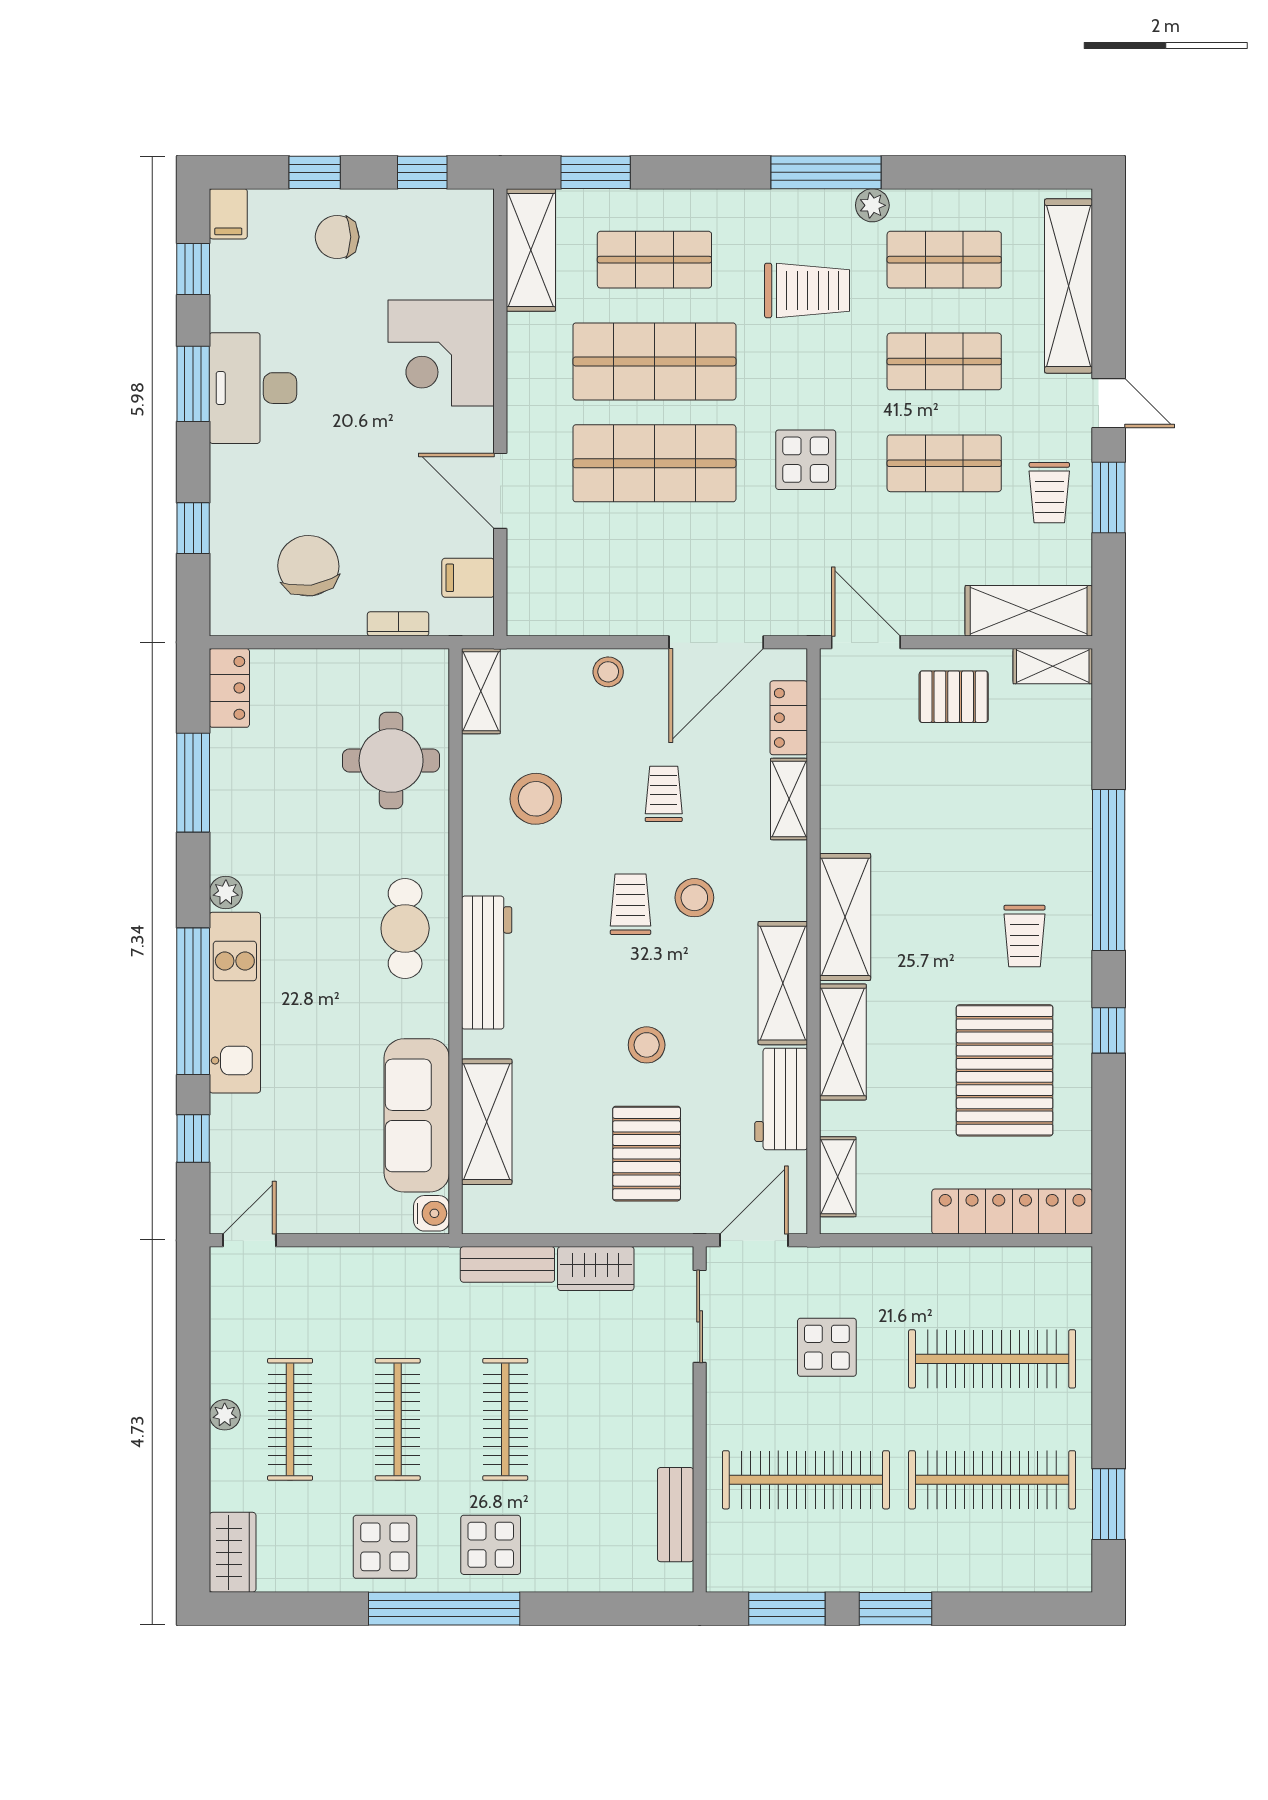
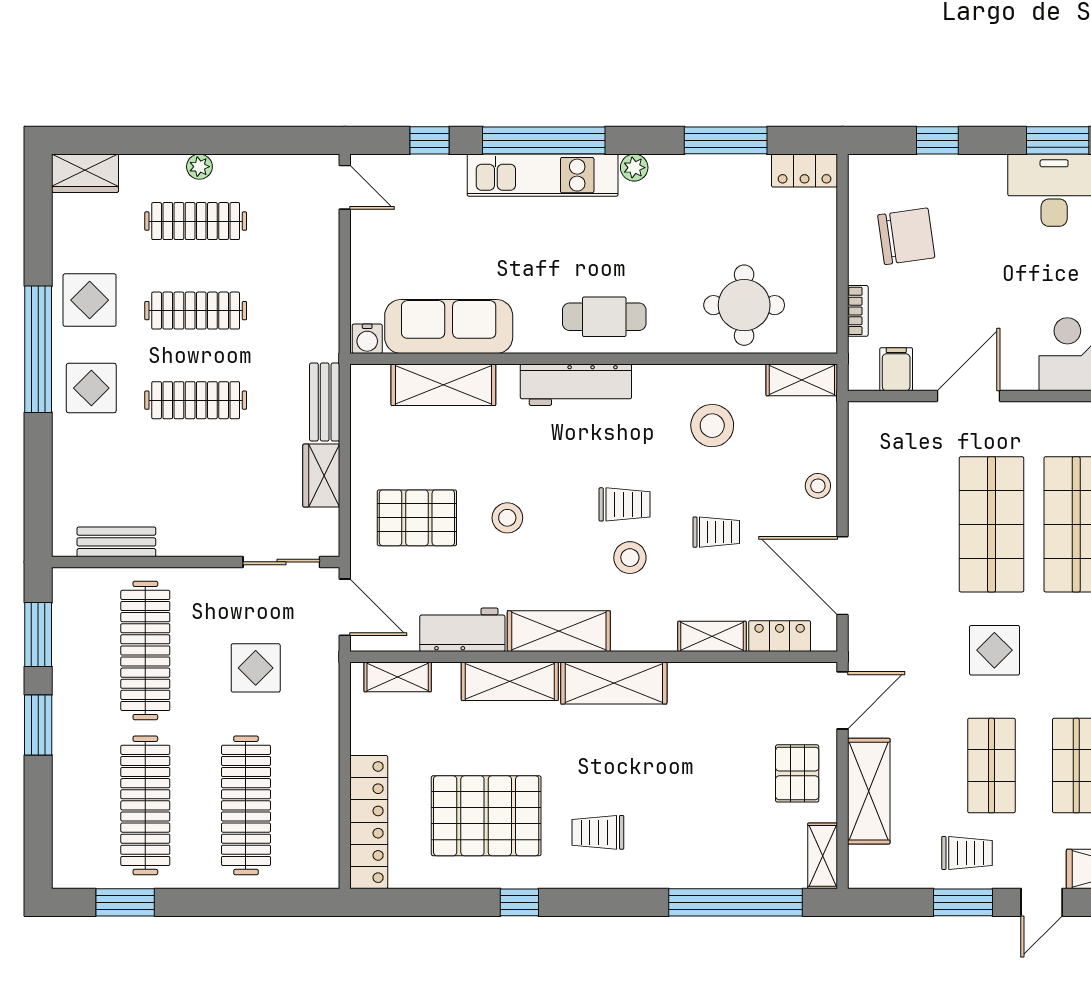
trolley: (1049, 493) -> (967, 853), turned 180
shelving: (1029, 611) -> (869, 791), moved
window: (1109, 870) -> (736, 902), moved

